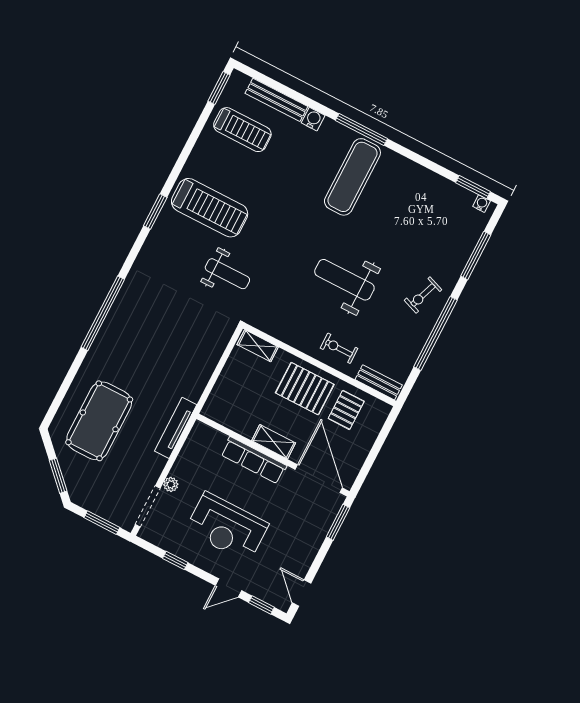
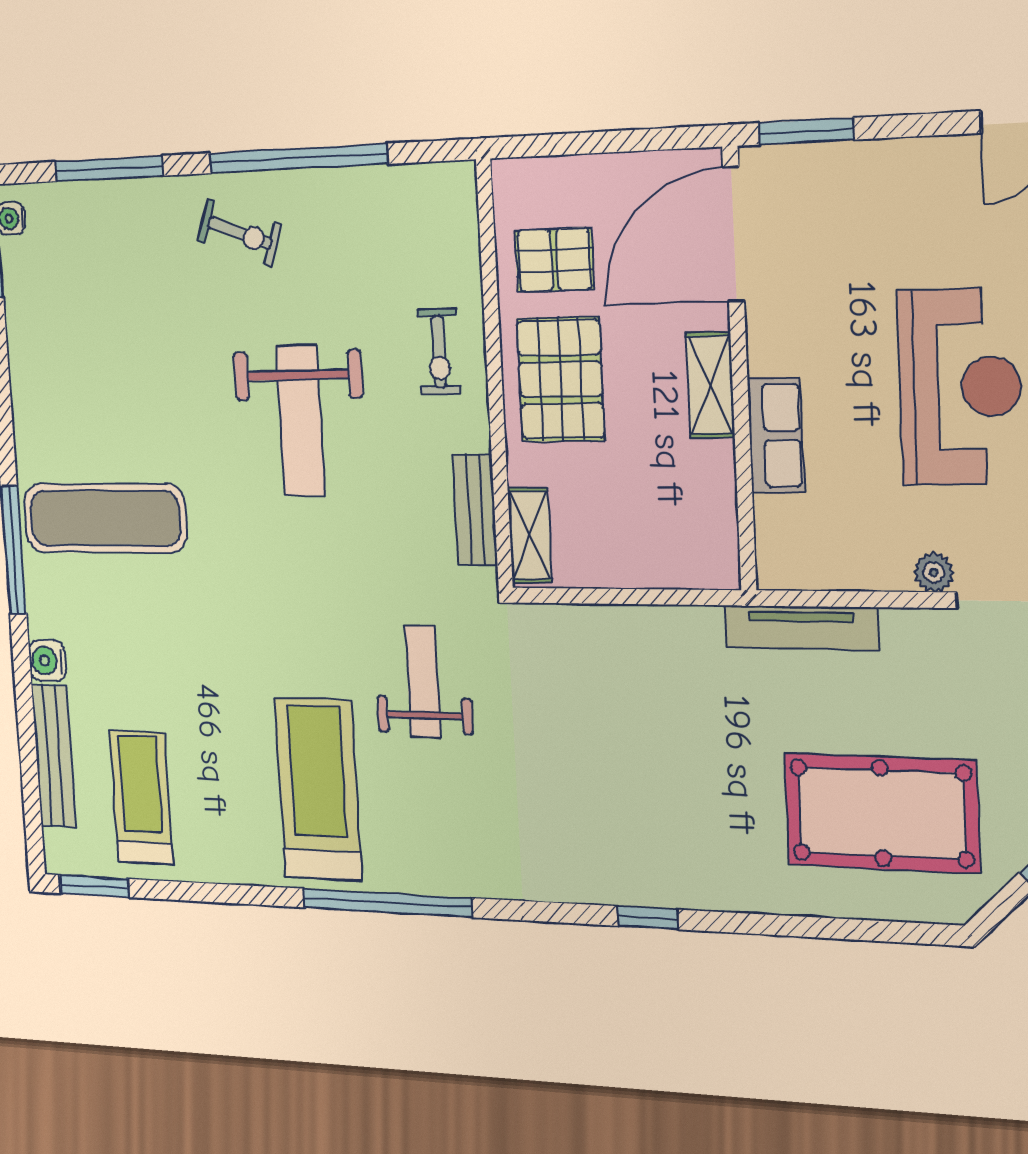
window: (155, 212) -> (387, 903), width x2.11
window: (103, 313) -> (648, 918), width x0.32
bench: (379, 382) -> (475, 510), moved
row of seats: (254, 460) -> (776, 435), width x0.68

